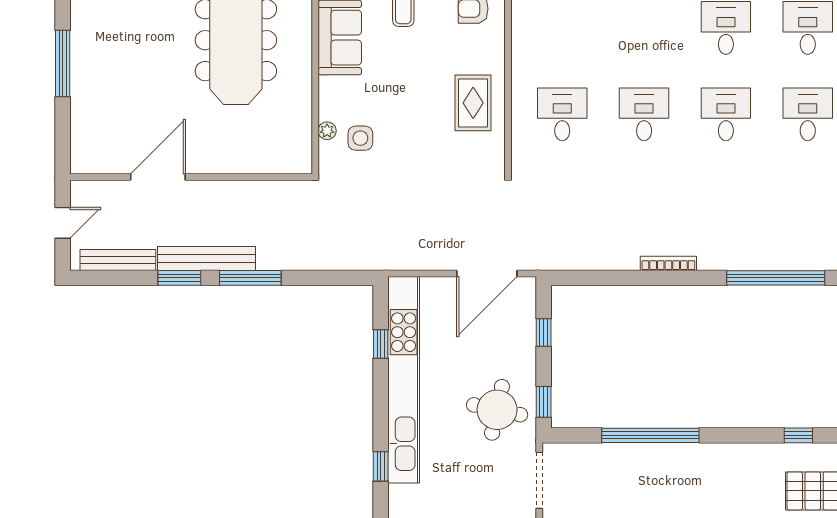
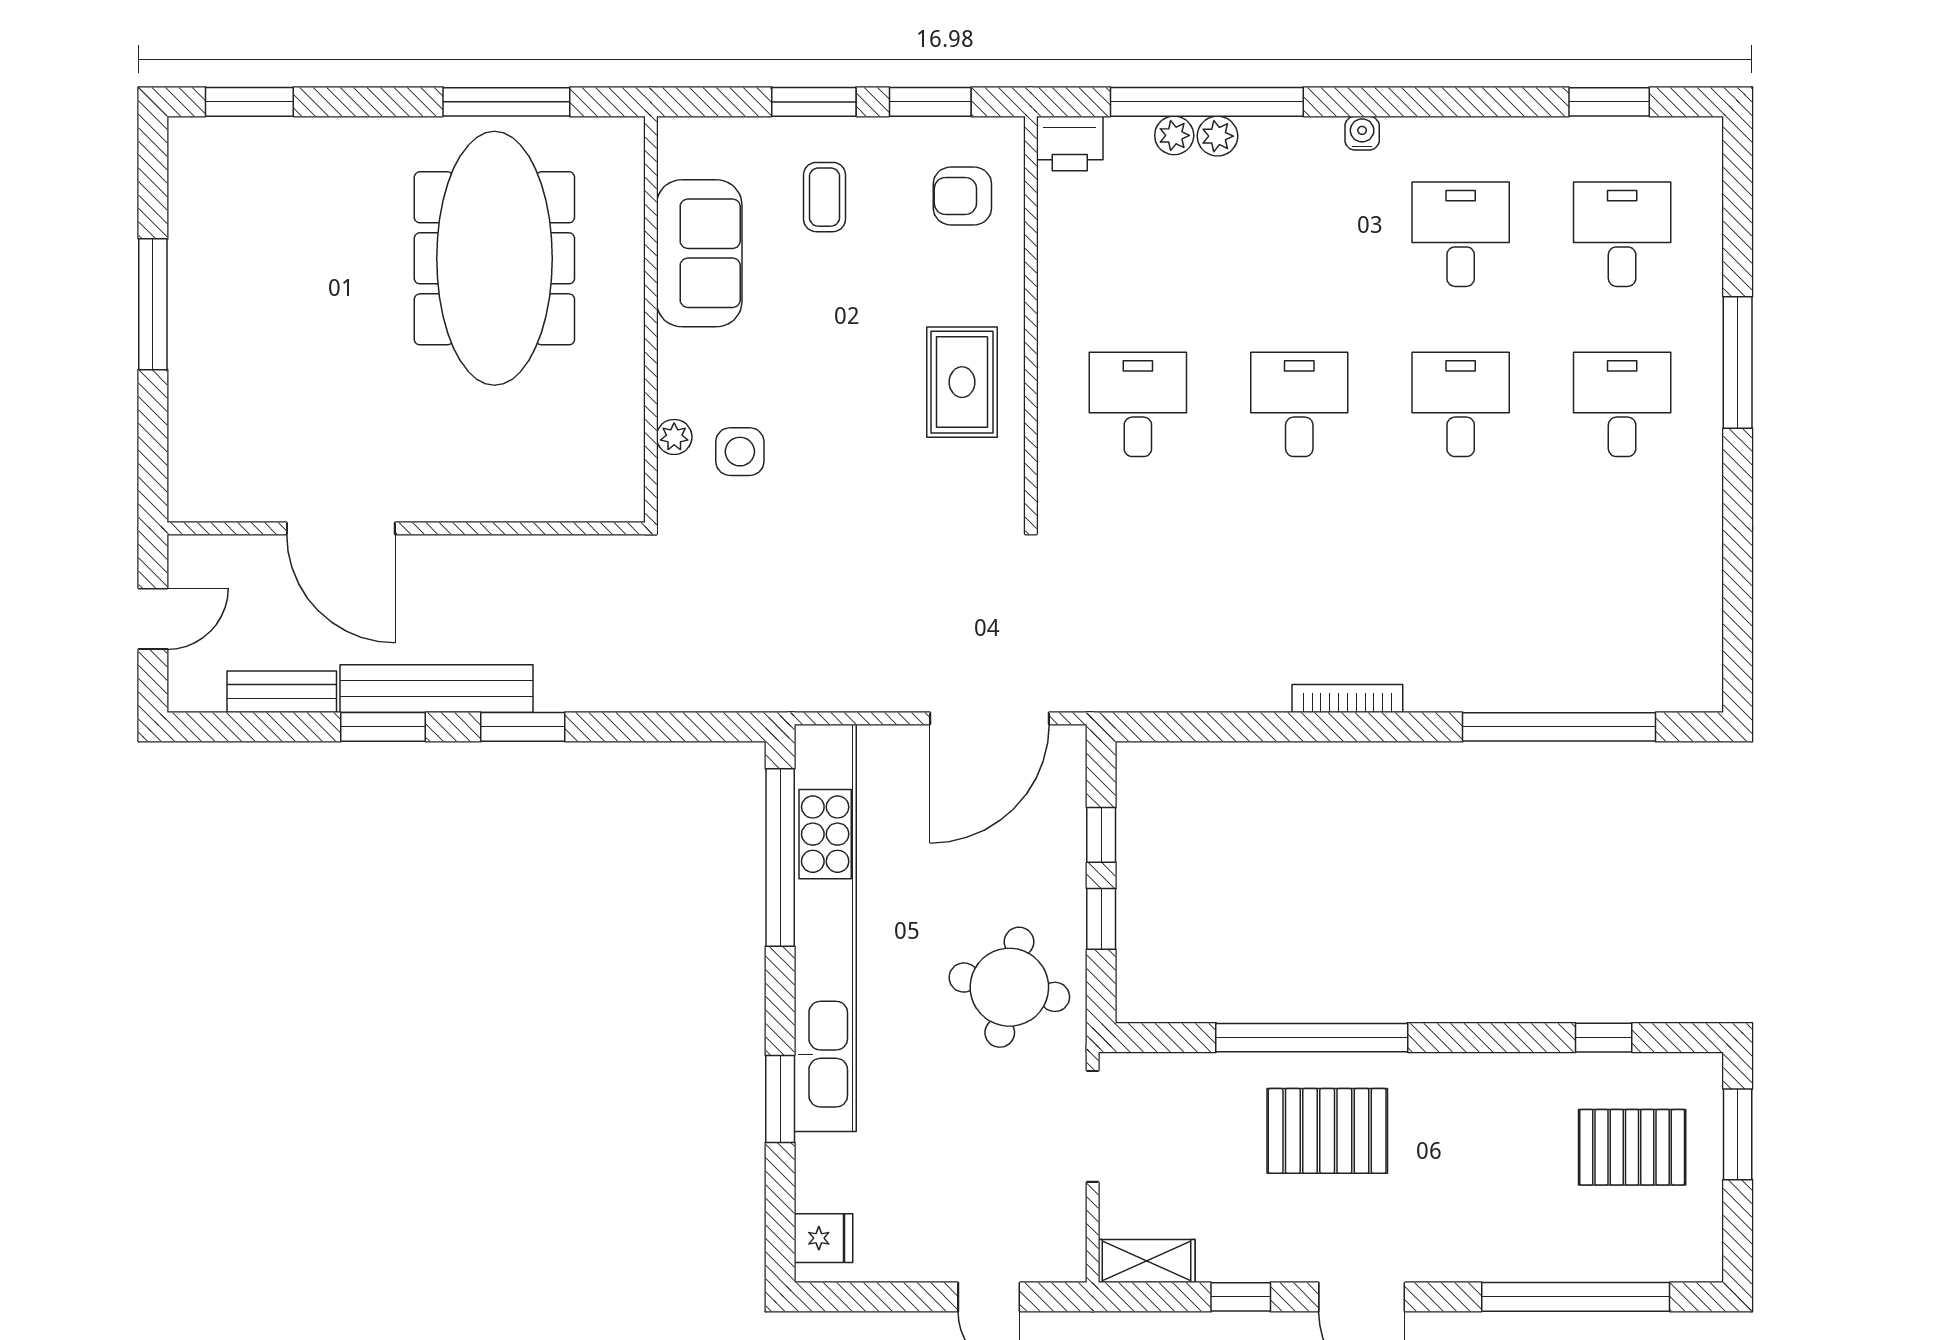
door: (158, 177) -> (341, 528), swing flipped
bench: (118, 260) -> (282, 692), width x0.73
window: (250, 278) -> (523, 727), width x0.69
window: (381, 344) -> (780, 857), width x3.17
window: (544, 402) -> (1101, 919), moved
window: (381, 466) -> (780, 1099), width x1.50
pallet: (658, 483) -> (1327, 1131), added

